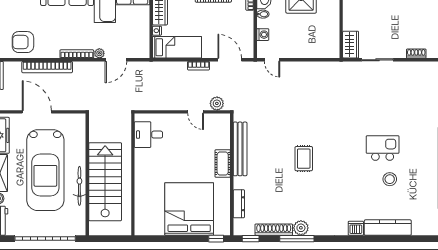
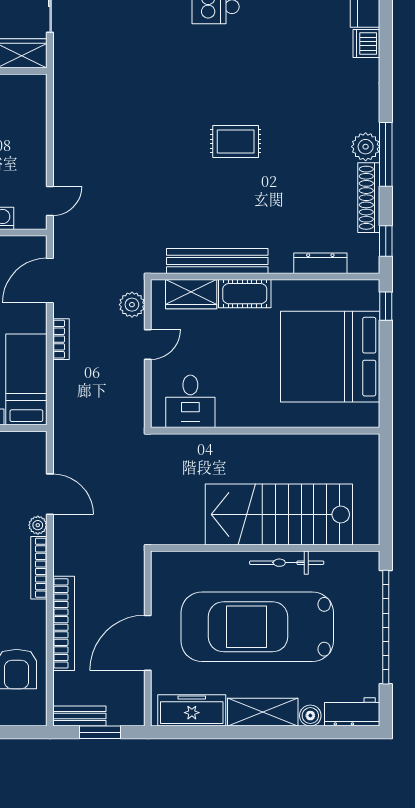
desk: (148, 135) -> (190, 401), moved
wardrobe: (222, 135) -> (191, 294), added
car: (45, 170) -> (257, 627), turned 180
wall: (133, 174) -> (265, 431), moved

